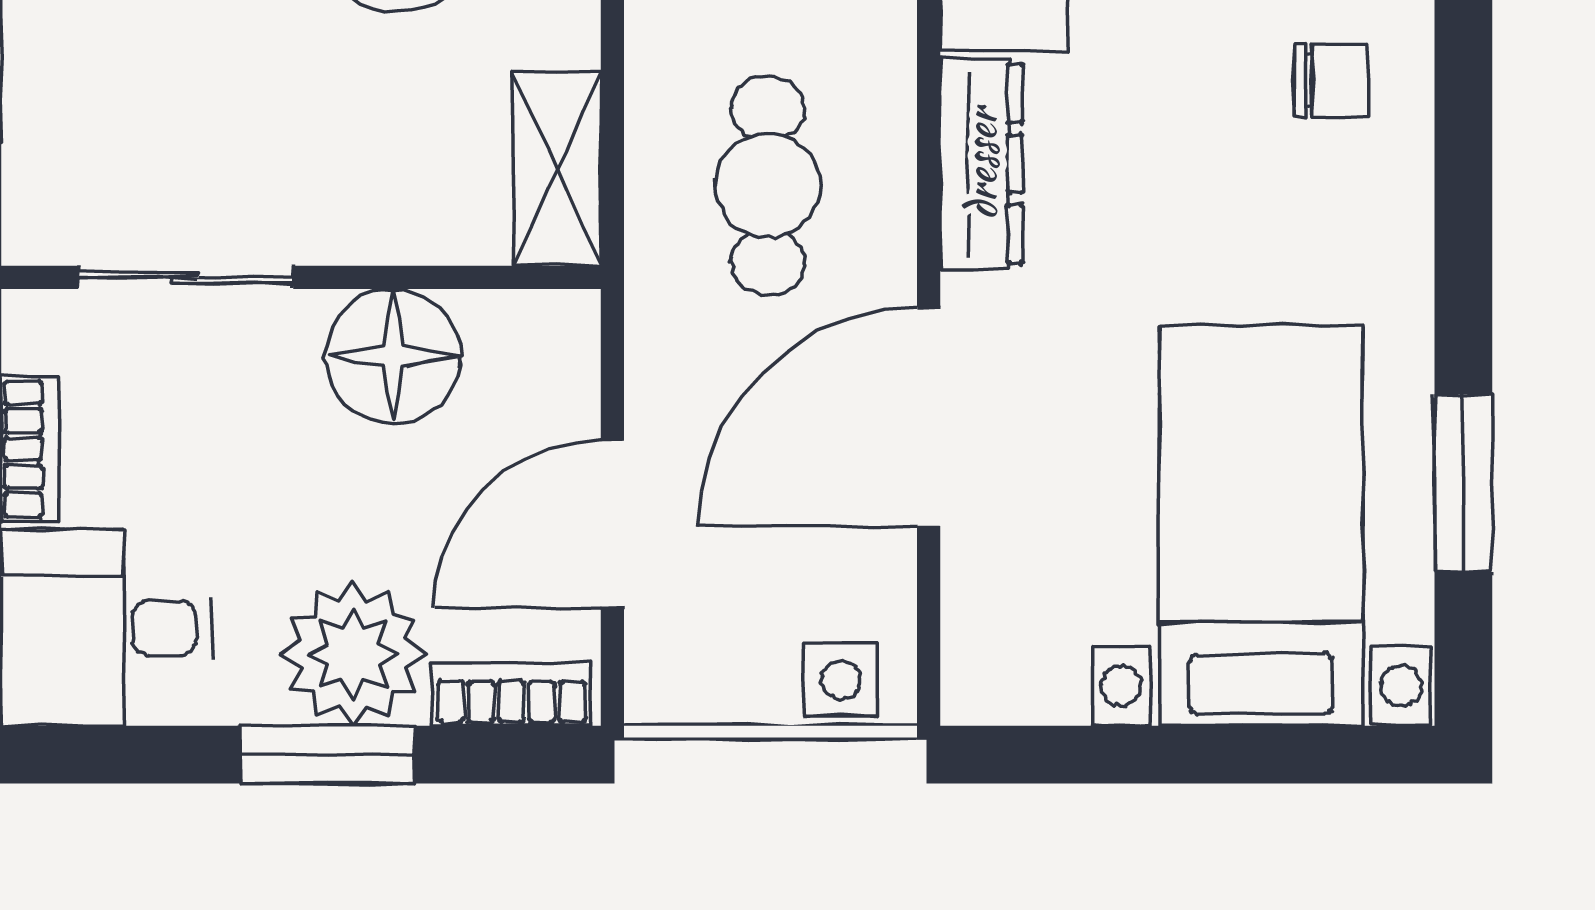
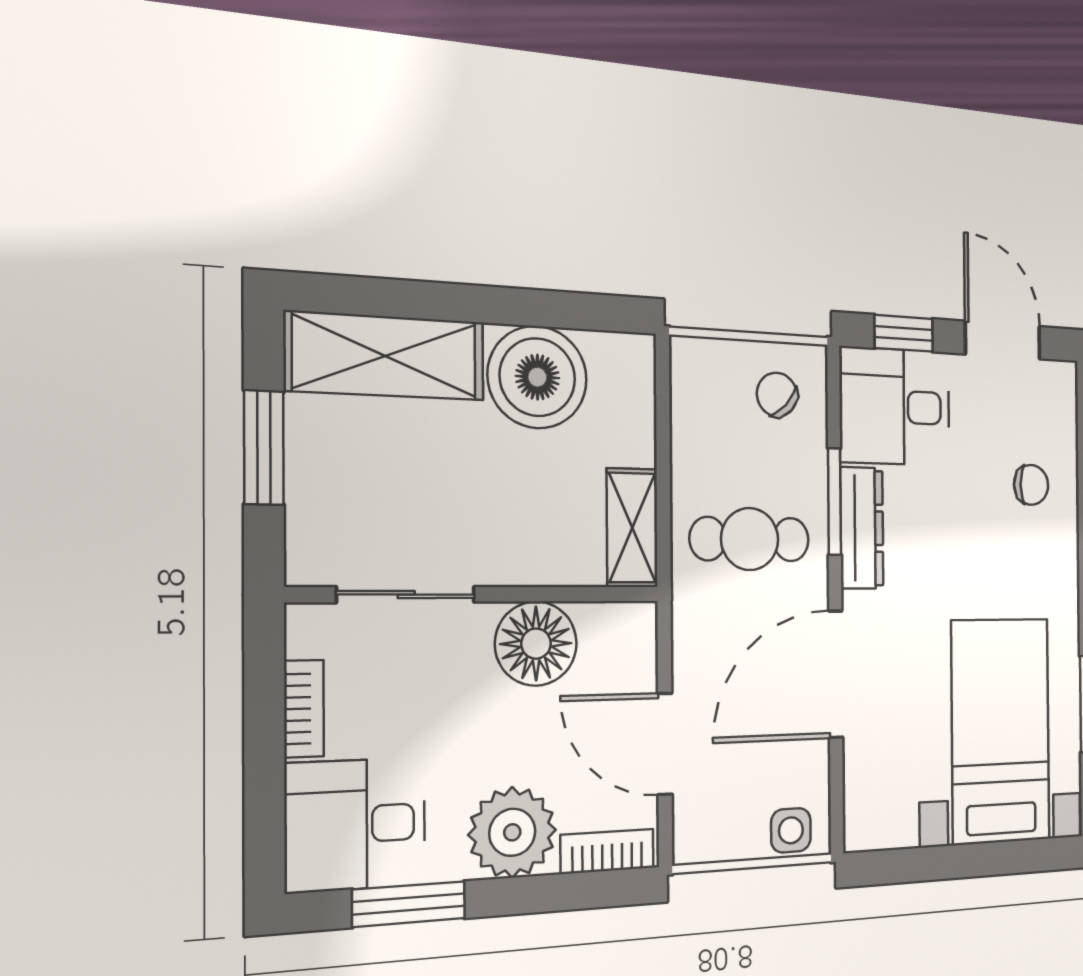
window: (929, 119) -> (834, 502), added
cafe table: (768, 185) -> (750, 539), turned 90
door: (612, 524) -> (665, 744), hinge flipped
window: (328, 755) -> (409, 904), moved

